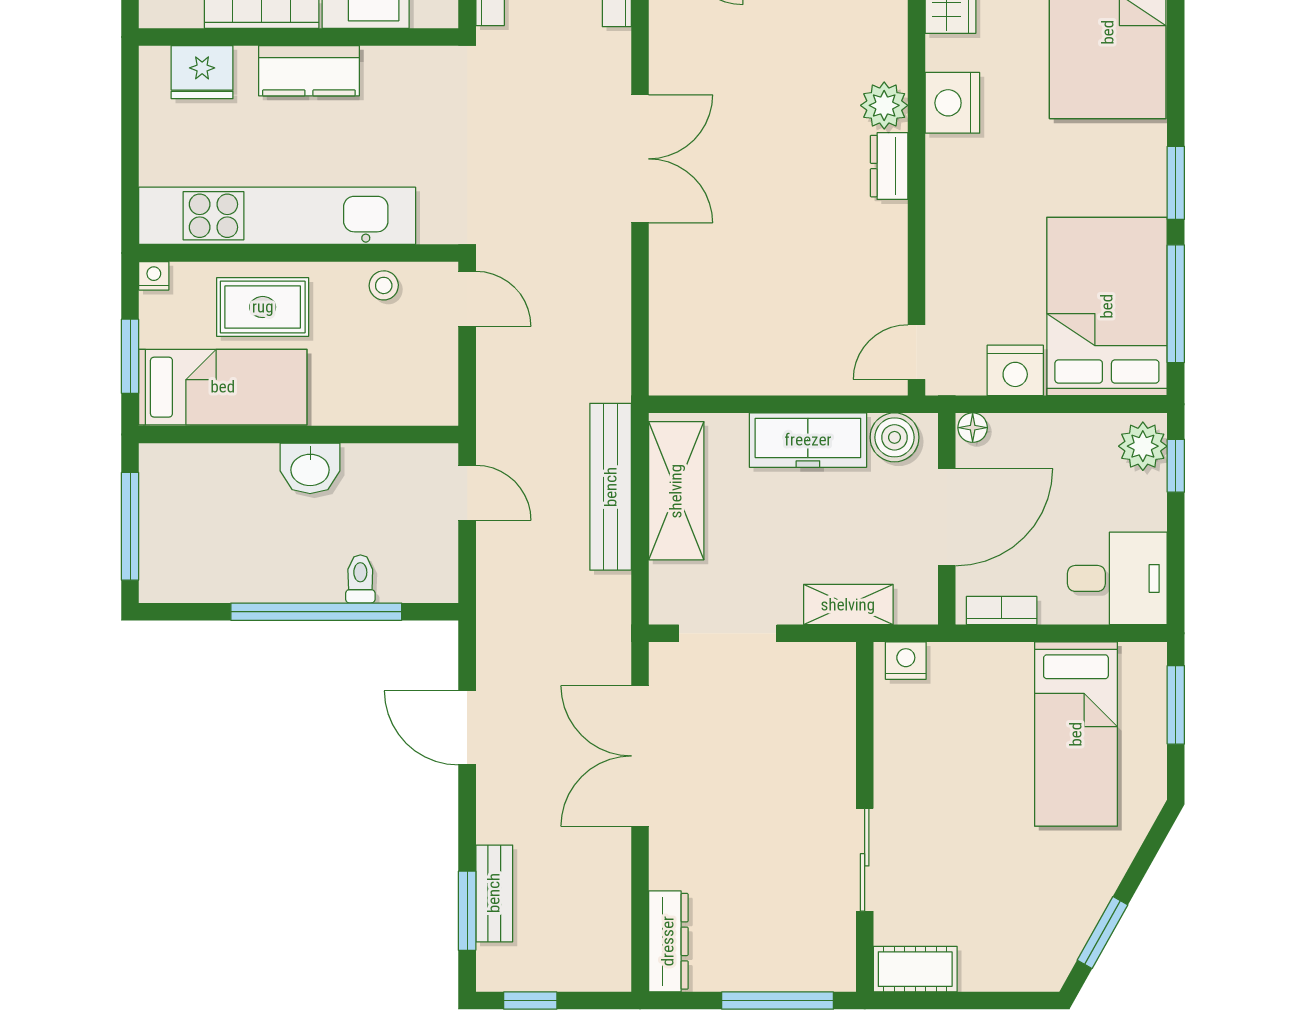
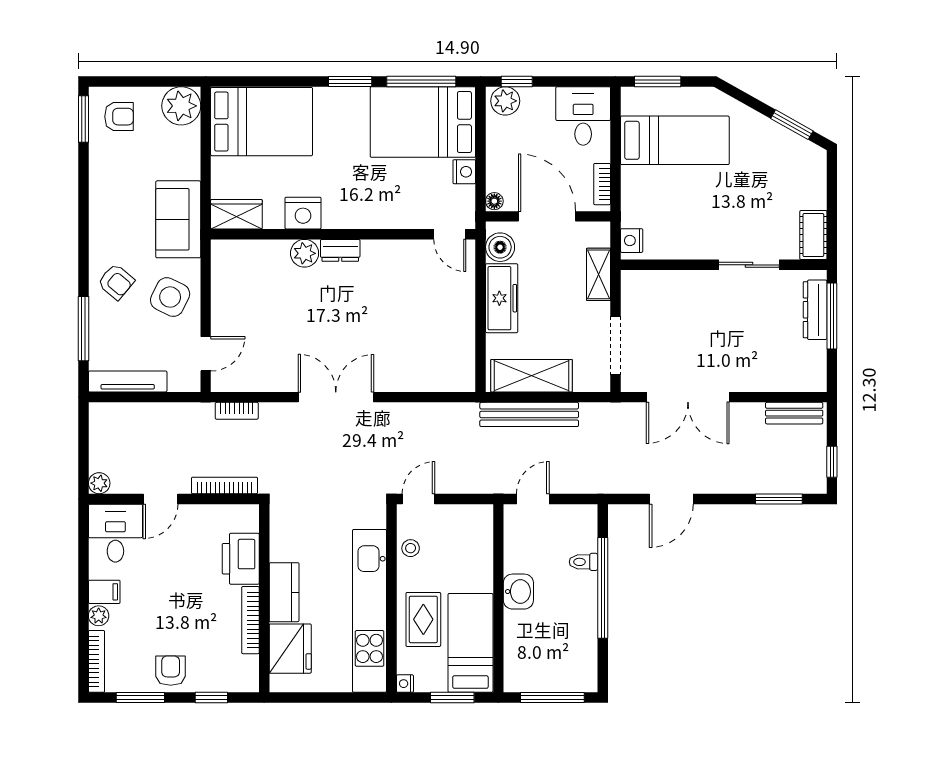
fridge: (202, 72) -> (290, 649), width x1.36, depth x1.34
nightstand: (1015, 370) -> (464, 172), width x0.74, depth x0.75
bench: (494, 893) -> (794, 413), moved
dresser: (668, 941) -> (815, 310), moved, turned -90

